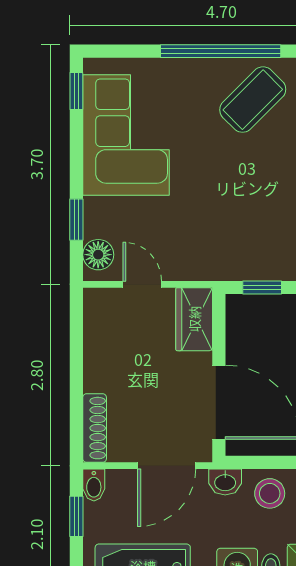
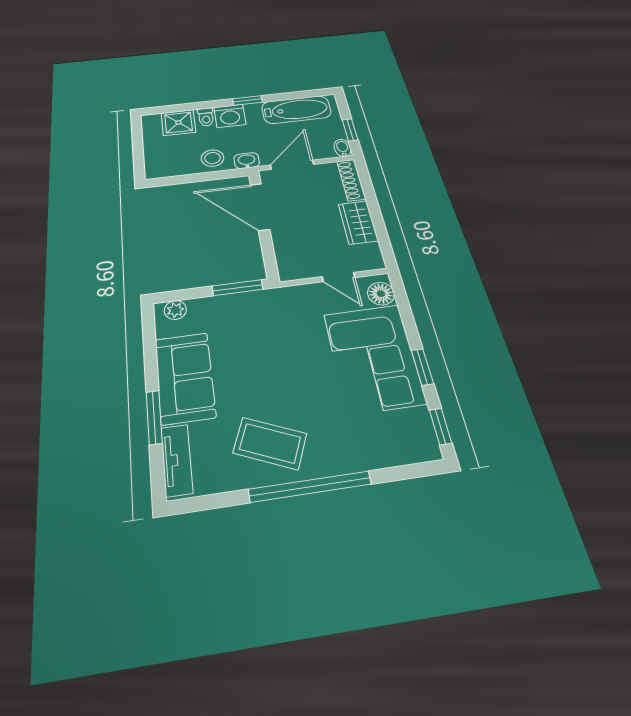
coffee table: (253, 100) -> (270, 443), turned 68
corner sofa: (126, 135) -> (374, 358), moved
window: (76, 220) -> (422, 367), moved
window: (262, 288) -> (238, 288), width x1.50
wardrobe: (194, 319) -> (358, 222), moved, turned 180

